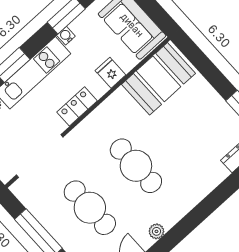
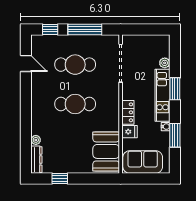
locker: (77, 106) -> (128, 112), moved
plant: (156, 231) -> (36, 140), moved

